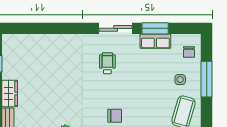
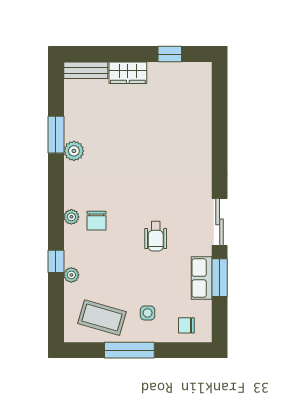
wheelchair: (107, 63) -> (156, 236), moved, turned 90
window: (207, 79) -> (129, 350), moved

